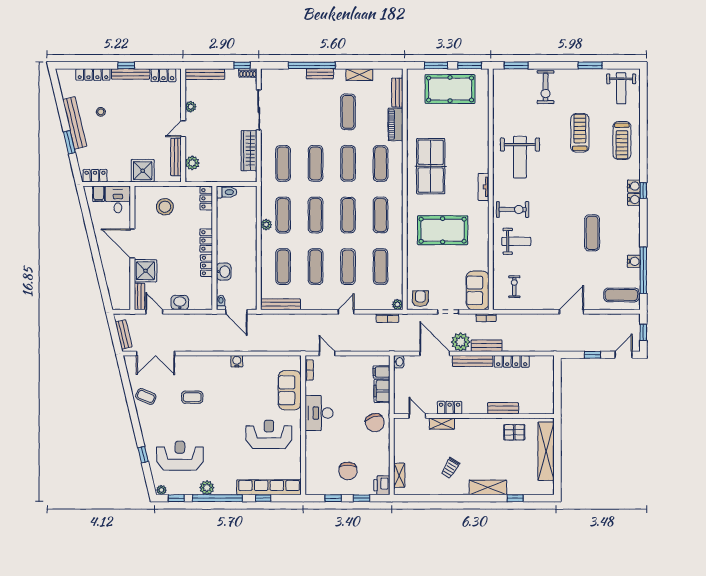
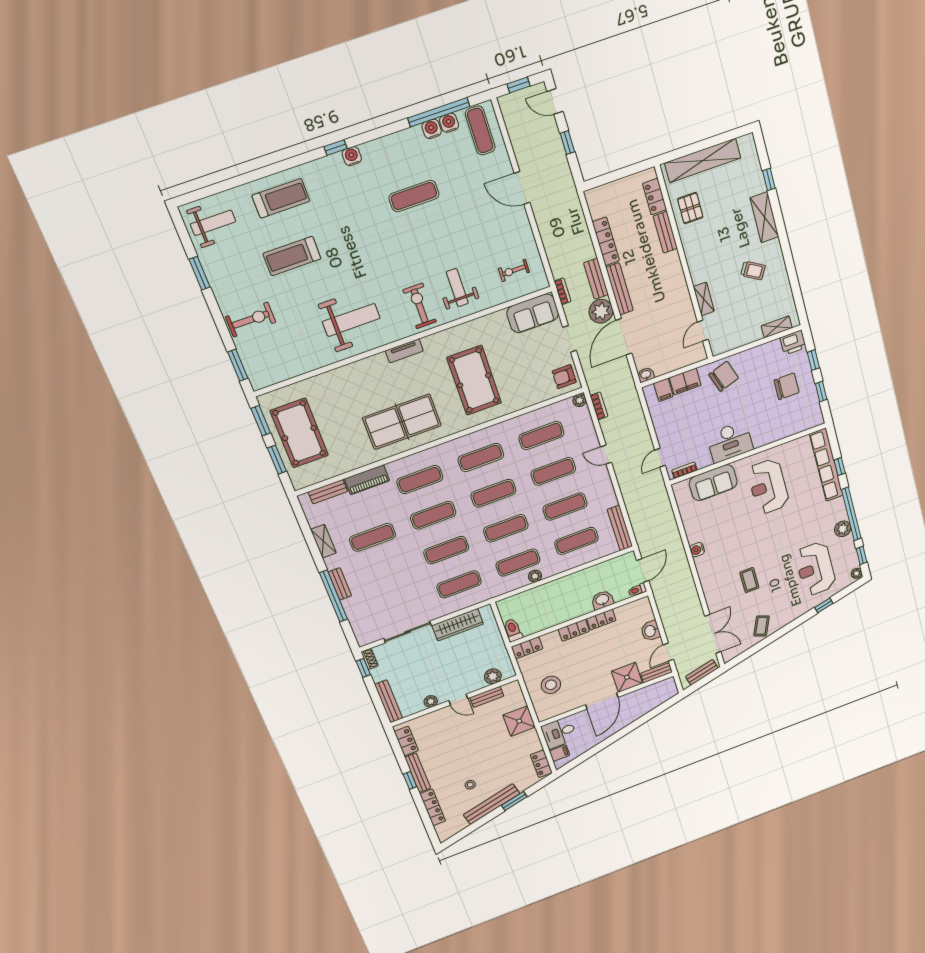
bench: (176, 157) -> (487, 697), width x0.73
water cooler: (634, 186) -> (449, 123), moved
locker: (450, 408) -> (655, 197), moved

